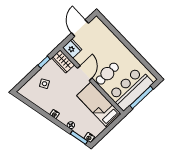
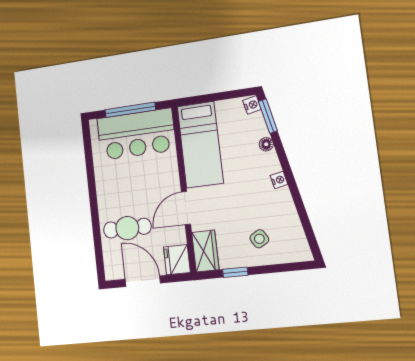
door: (80, 28) -> (143, 281), swing flipped
cafe table: (107, 74) -> (127, 228), moved

